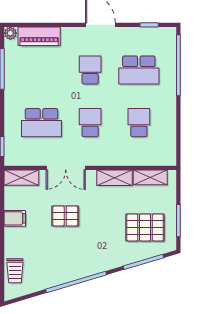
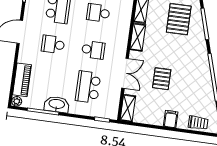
washbasin: (14, 85) -> (57, 104), added
school desk: (42, 123) -> (88, 87), turned 180
school desk: (90, 123) -> (93, 50), turned 180
filing cabinet: (15, 218) -> (171, 119), moved

